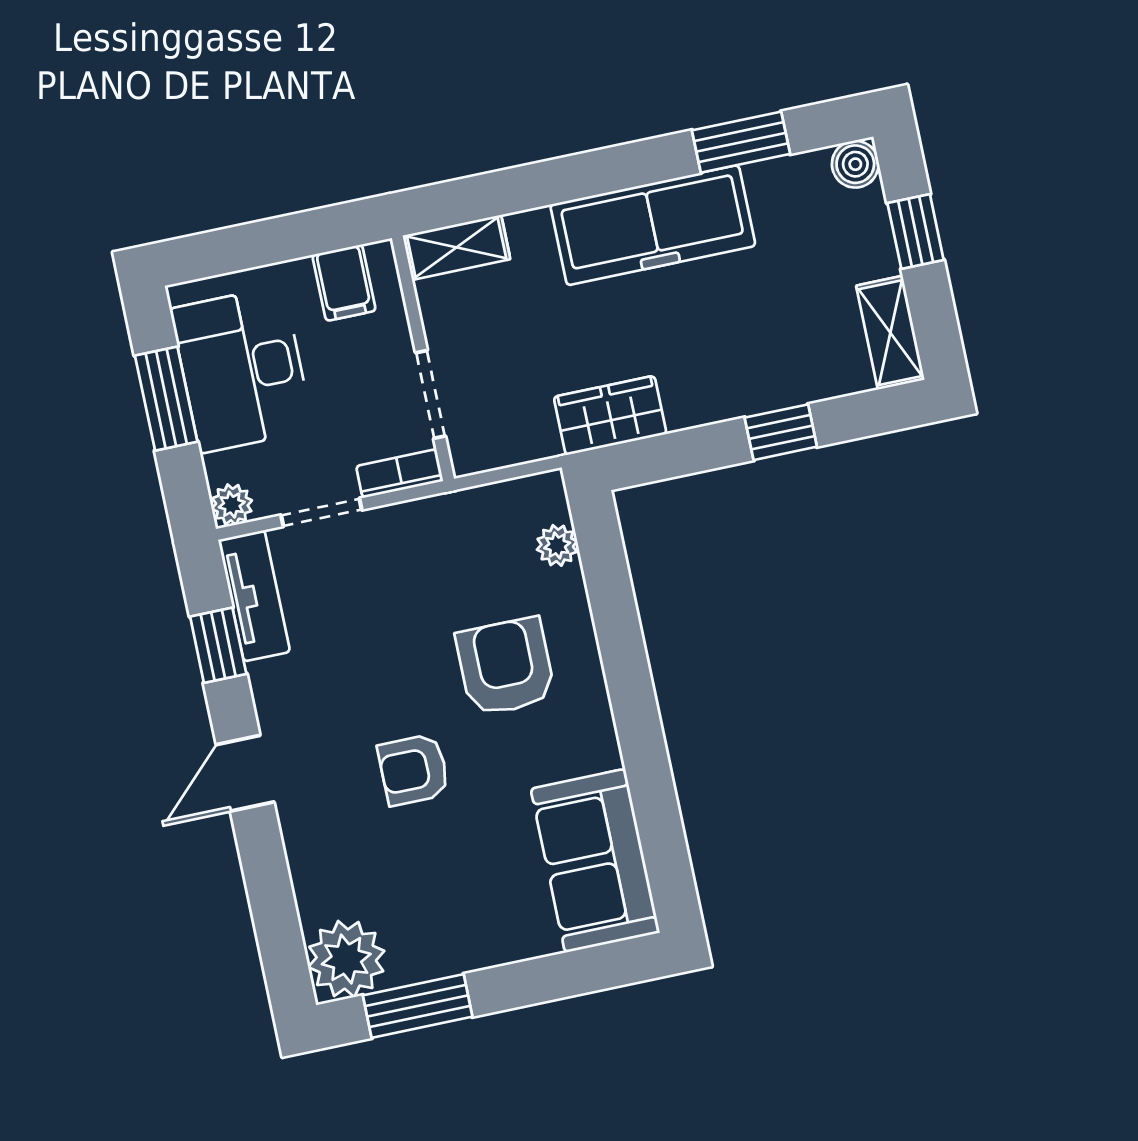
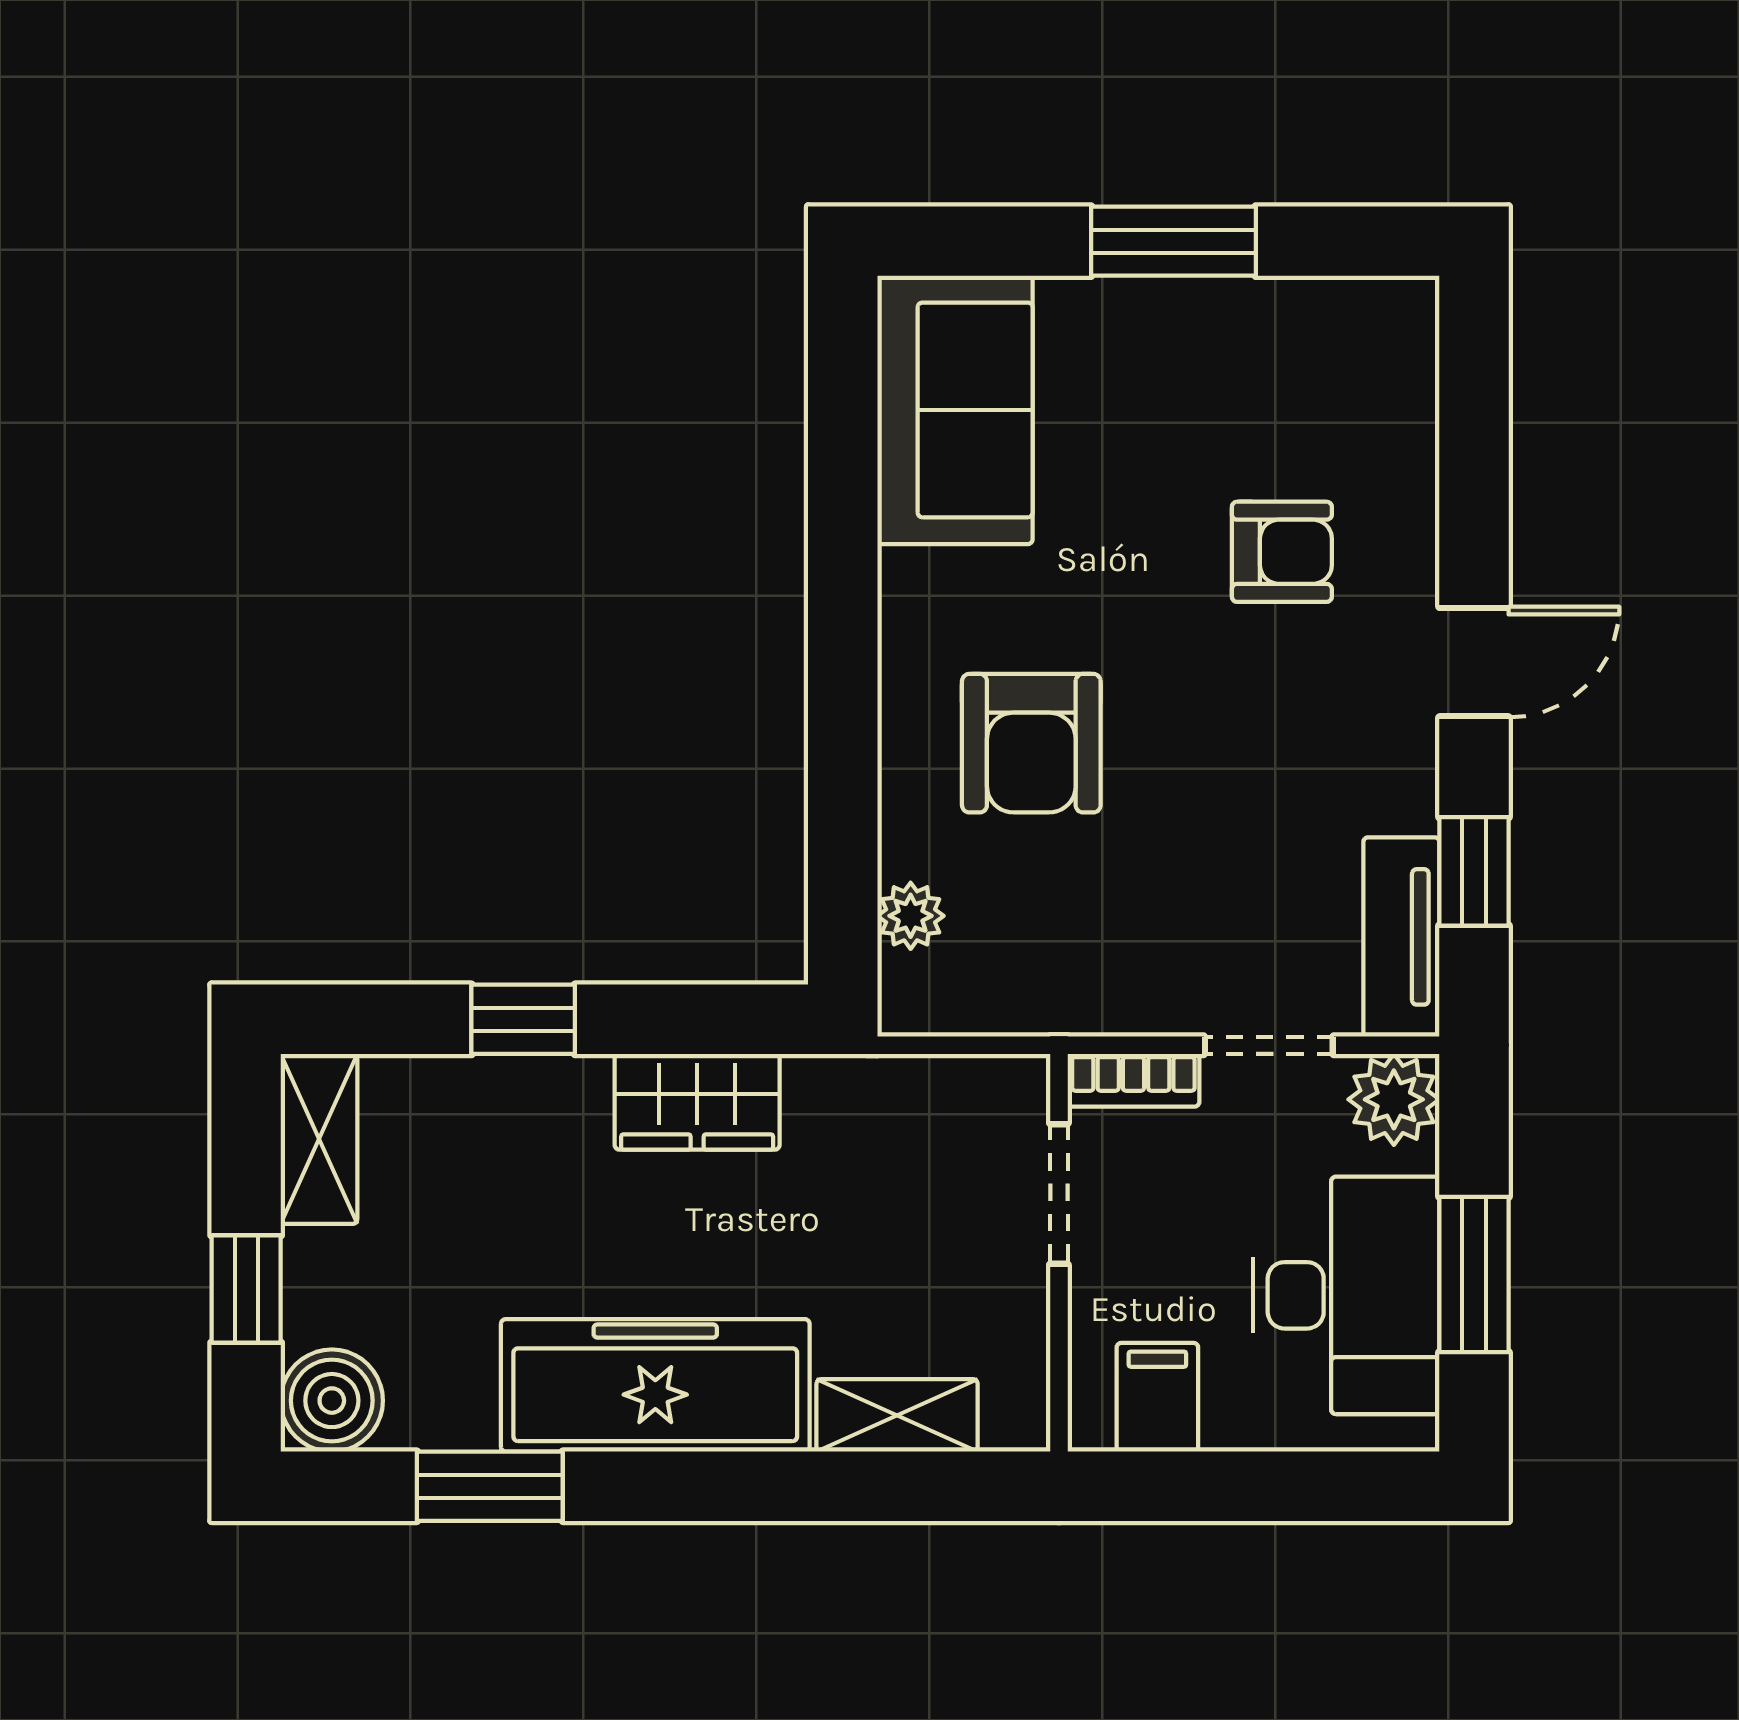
boiler: (855, 164) -> (332, 1401), width x1.36, depth x1.36
shelving: (457, 247) -> (897, 1415), moved
wardrobe: (610, 415) -> (697, 1102), moved
plant: (232, 505) -> (1394, 1099), width x1.38, depth x1.38
armchair: (414, 770) -> (1282, 552), moved
plant: (346, 959) -> (1377, 338), removed
window: (418, 1006) -> (1173, 241), moved

